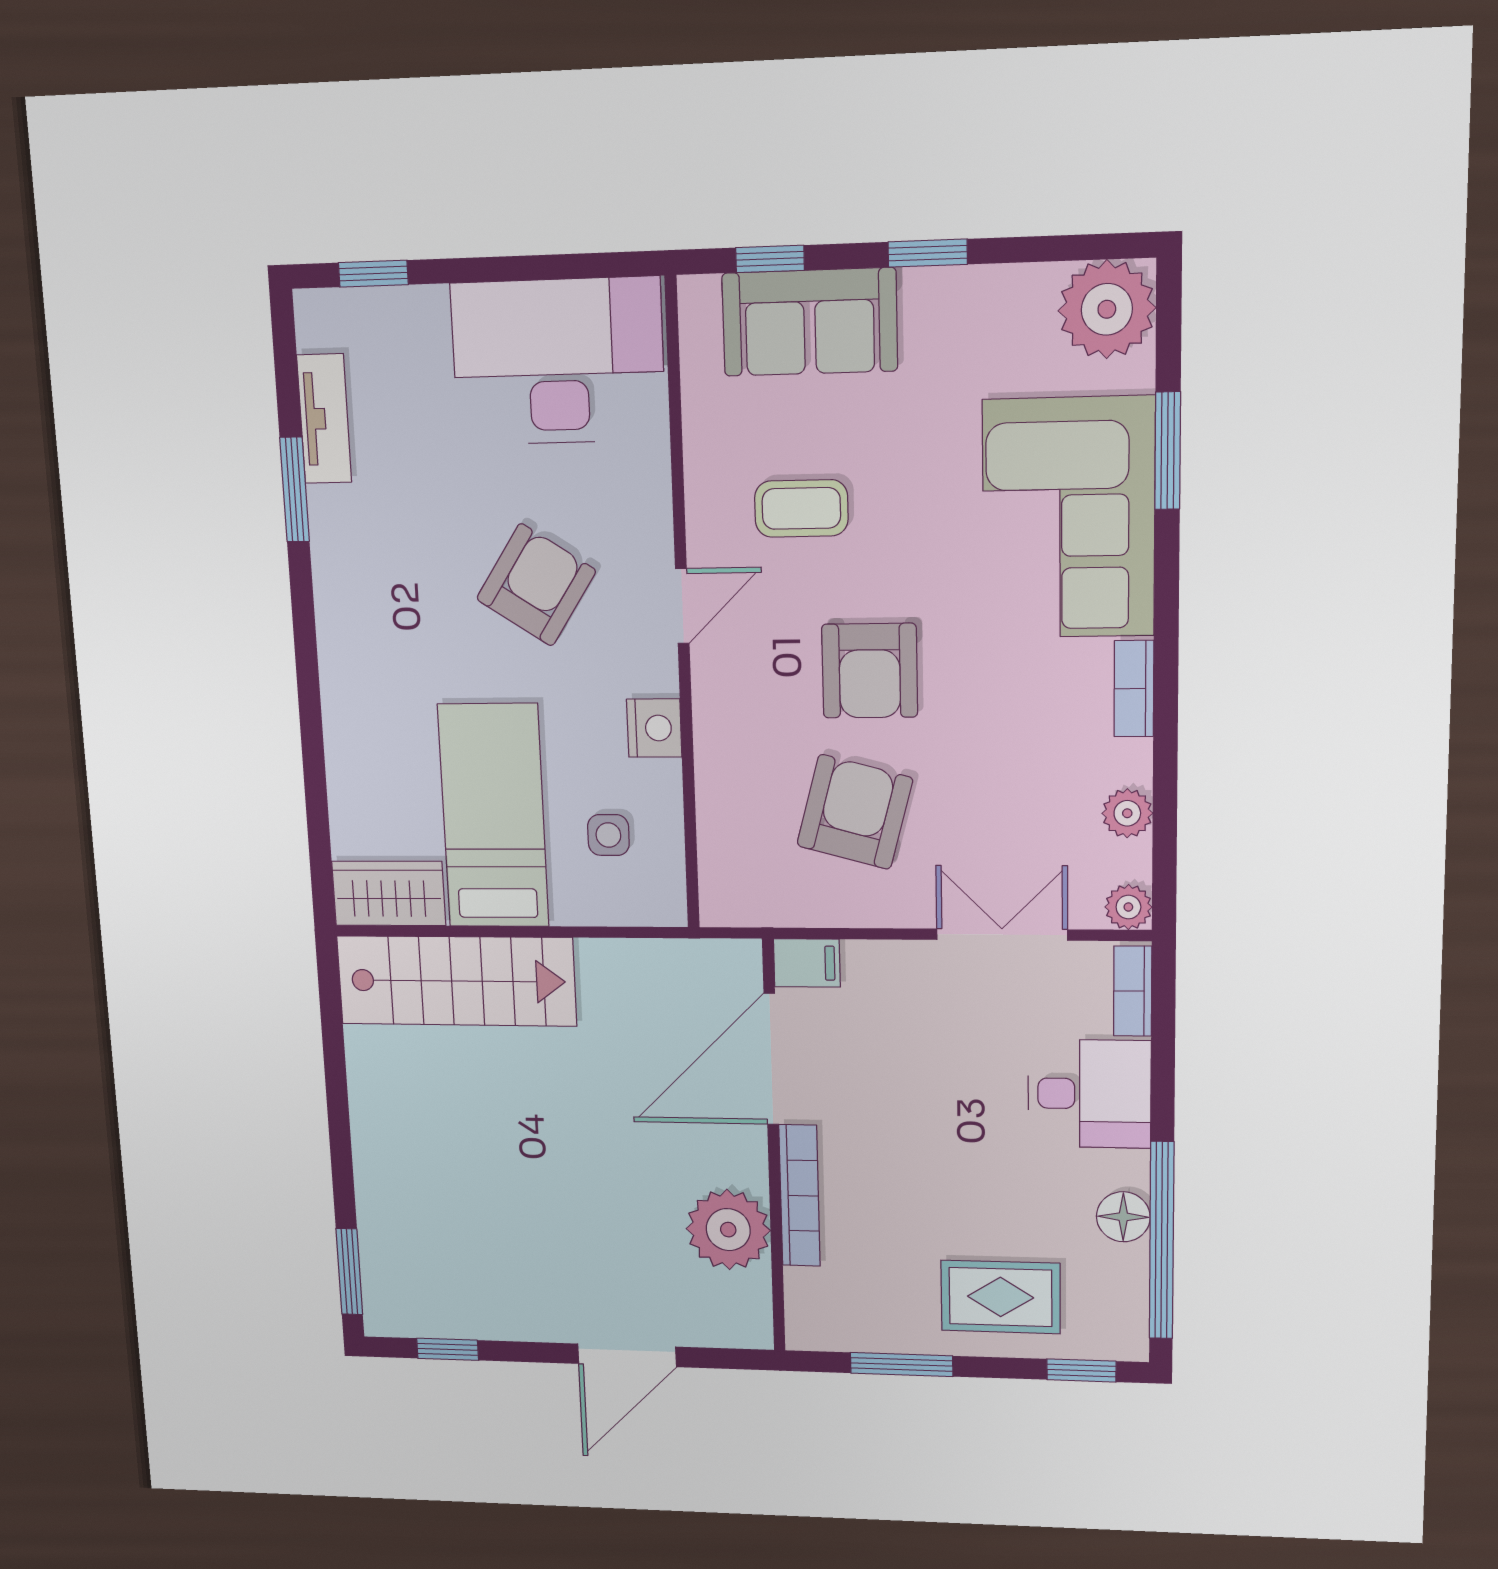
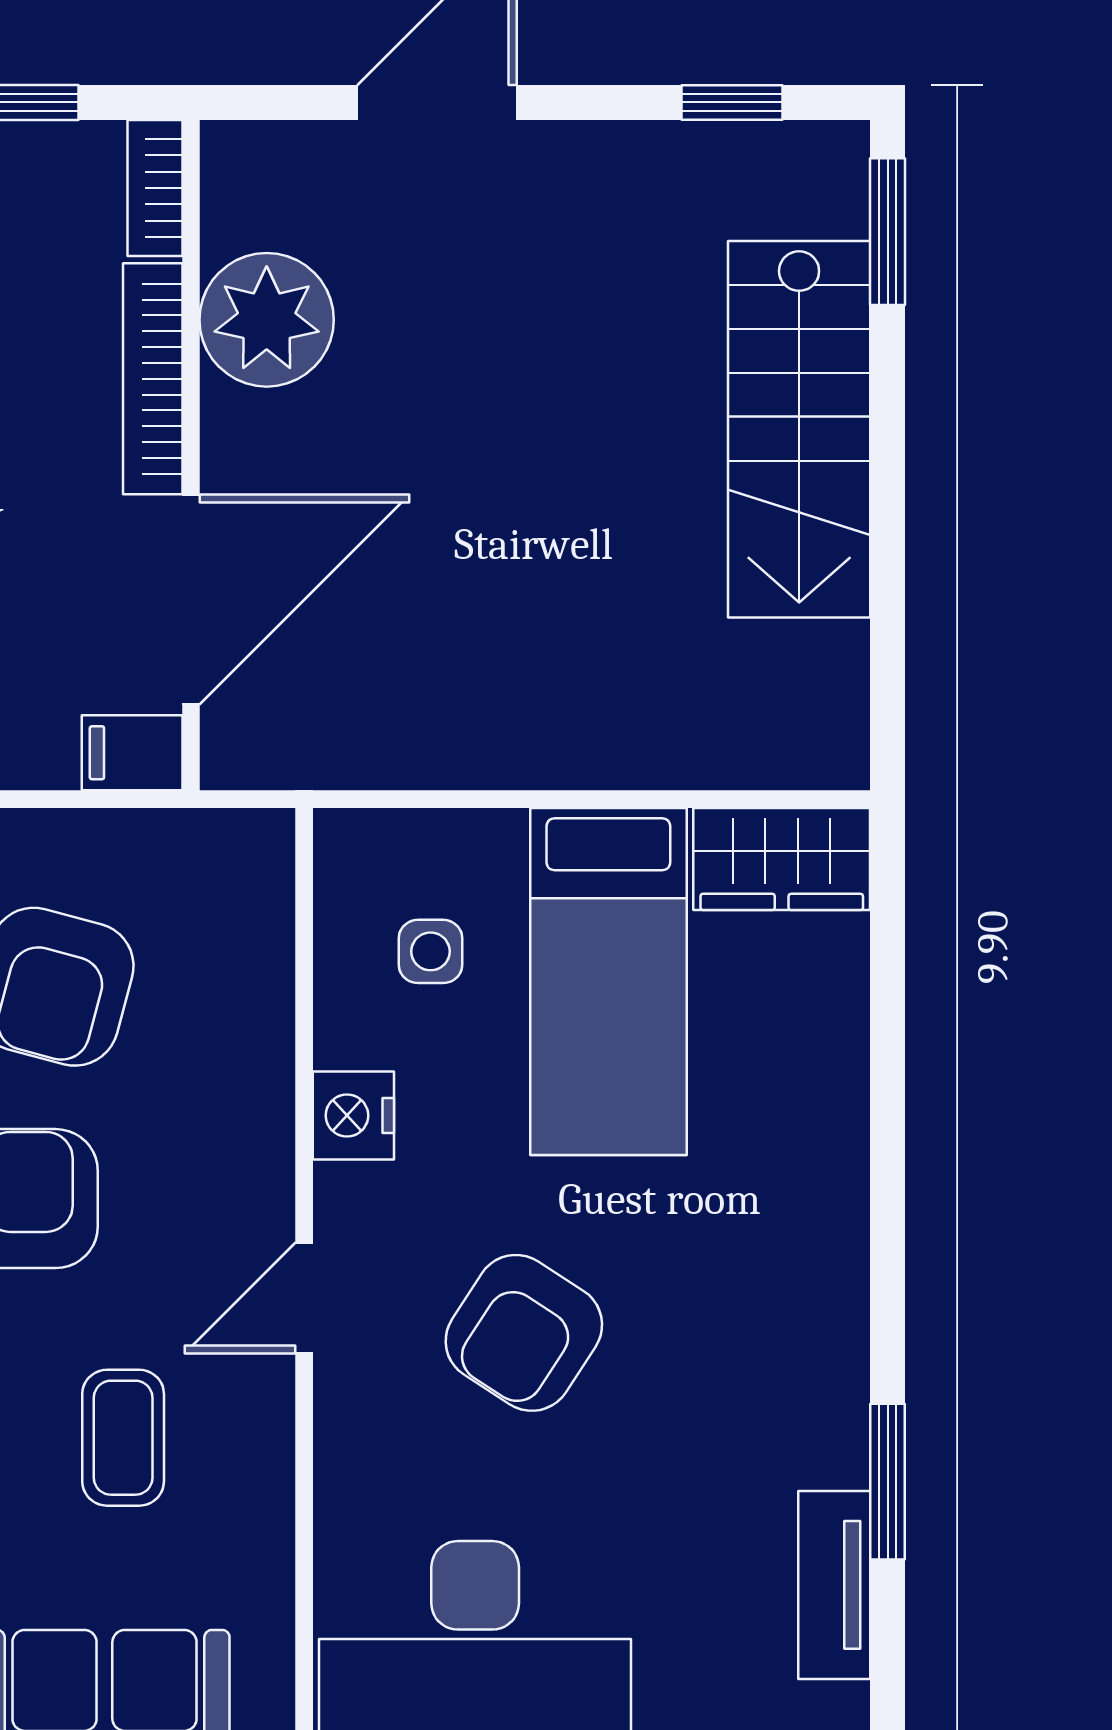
coffee table: (801, 508) -> (123, 1438), turned 90
stairs: (456, 981) -> (799, 429), moved, turned -90
bookcase: (801, 1310) -> (155, 188), added

